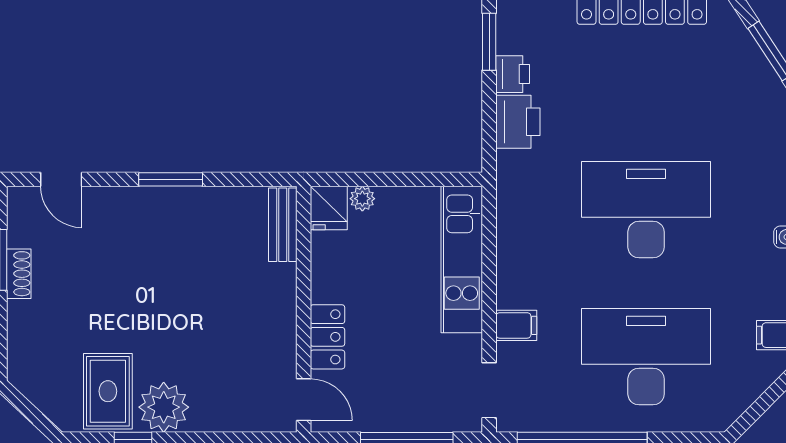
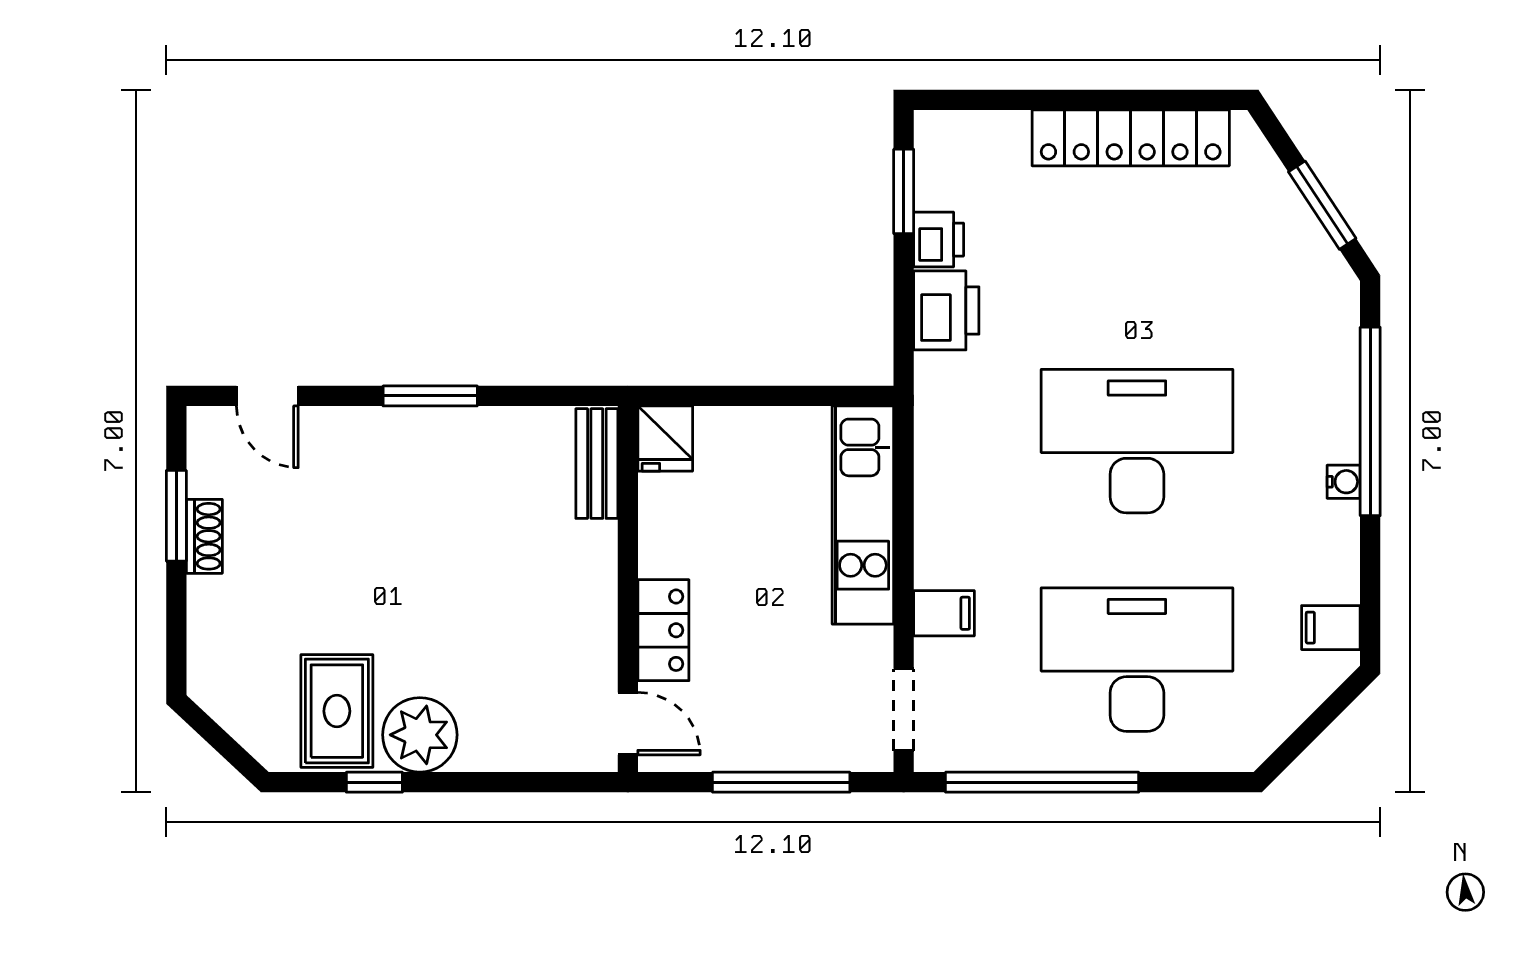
plant: (362, 199) -> (715, 425), removed

